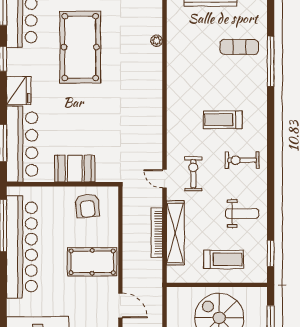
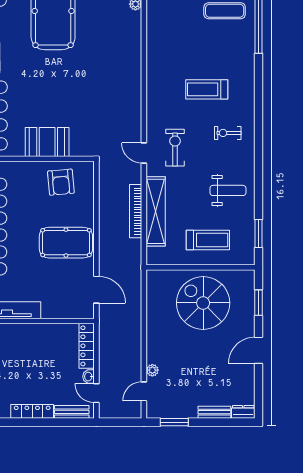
exercise bike: (242, 160) -> (228, 133), width x0.73, depth x0.72

